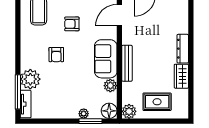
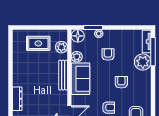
dresser: (183, 49) -> (17, 99), moved
wardrobe: (181, 76) -> (18, 64), removed
armchair: (73, 88) -> (108, 55), added
plant: (129, 111) -> (61, 47), moved

